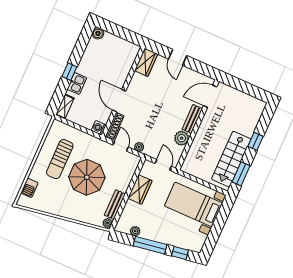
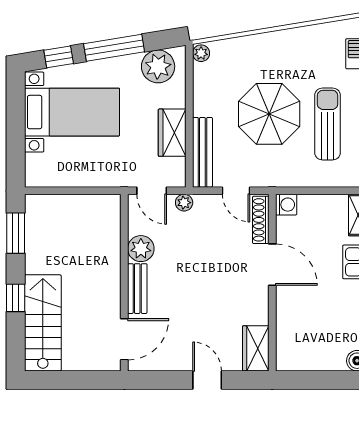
plant: (139, 147) -> (184, 203), moved
stairs: (231, 159) -> (43, 323), moved
bench: (115, 205) -> (202, 152), moved, width x1.36
bed with nightstands: (193, 205) -> (72, 112), moved
plant: (135, 231) -> (158, 66), width x1.87, depth x1.87

